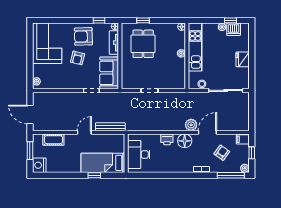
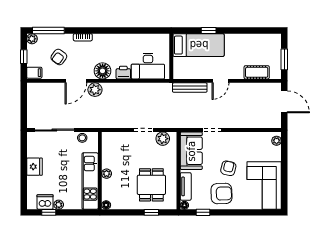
plant: (133, 83) -> (163, 139), added
desk: (139, 155) -> (148, 66), moved, turned 90
nightstand: (39, 165) -> (273, 42), removed

